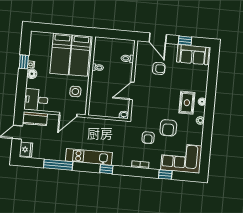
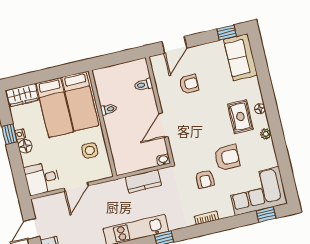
wardrobe: (42, 38) -> (22, 95), added
door: (158, 38) -> (174, 45), hinge flipped
window: (185, 41) -> (227, 33), moved
sofa: (193, 55) -> (240, 57), moved, turned 90
door: (68, 115) -> (76, 187), moved
kitchen counter: (35, 119) -> (143, 181), moved
armchair: (168, 128) -> (227, 158), turned -90
window: (165, 174) -> (266, 215), moved

